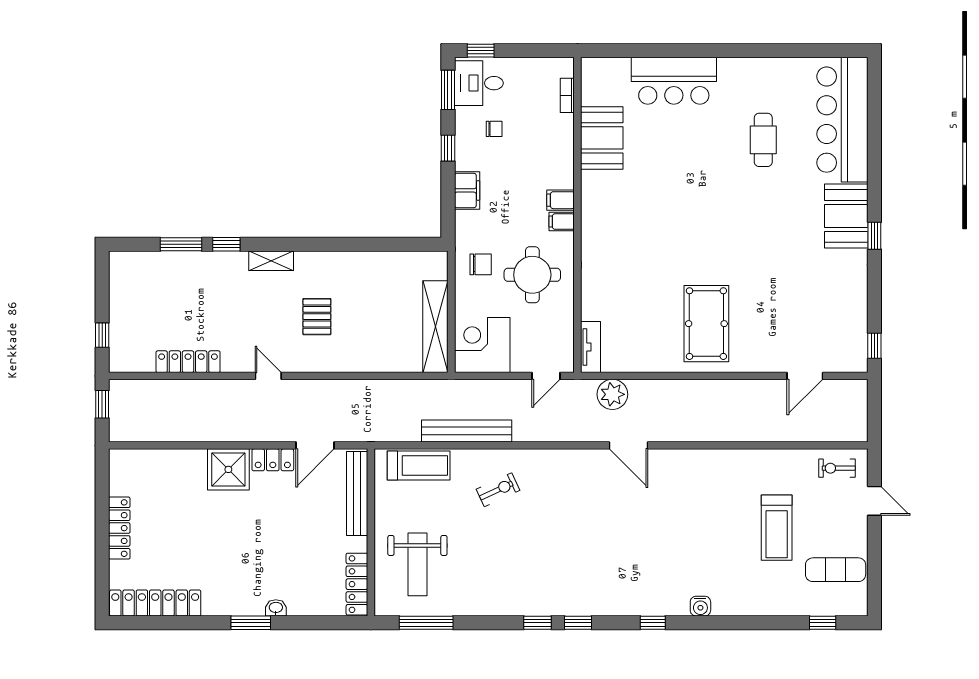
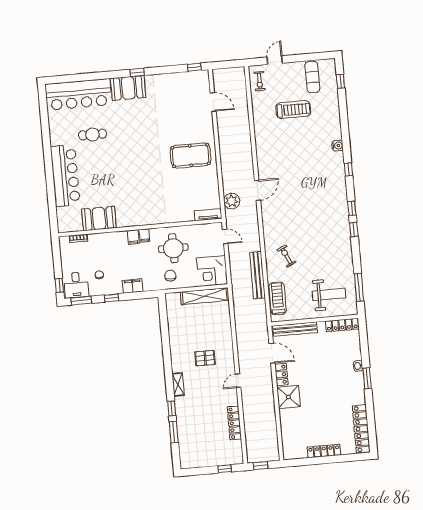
bar counter: (674, 81) -> (65, 176), width x1.36

